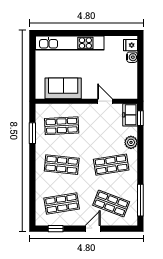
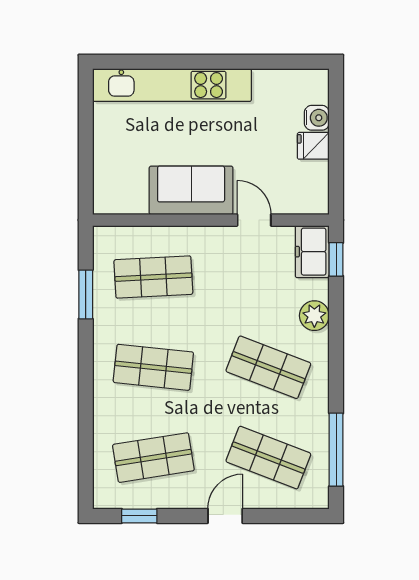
fridge: (130, 45) -> (313, 146), moved
sofa: (63, 88) -> (191, 190), moved
shop shelf: (111, 165) -> (268, 367), turned 30

